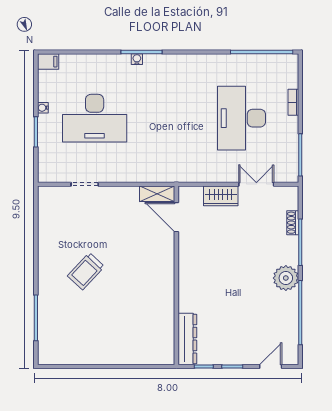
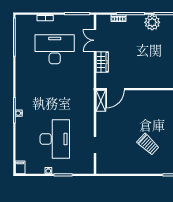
desk: (242, 118) -> (55, 49), turned 180

